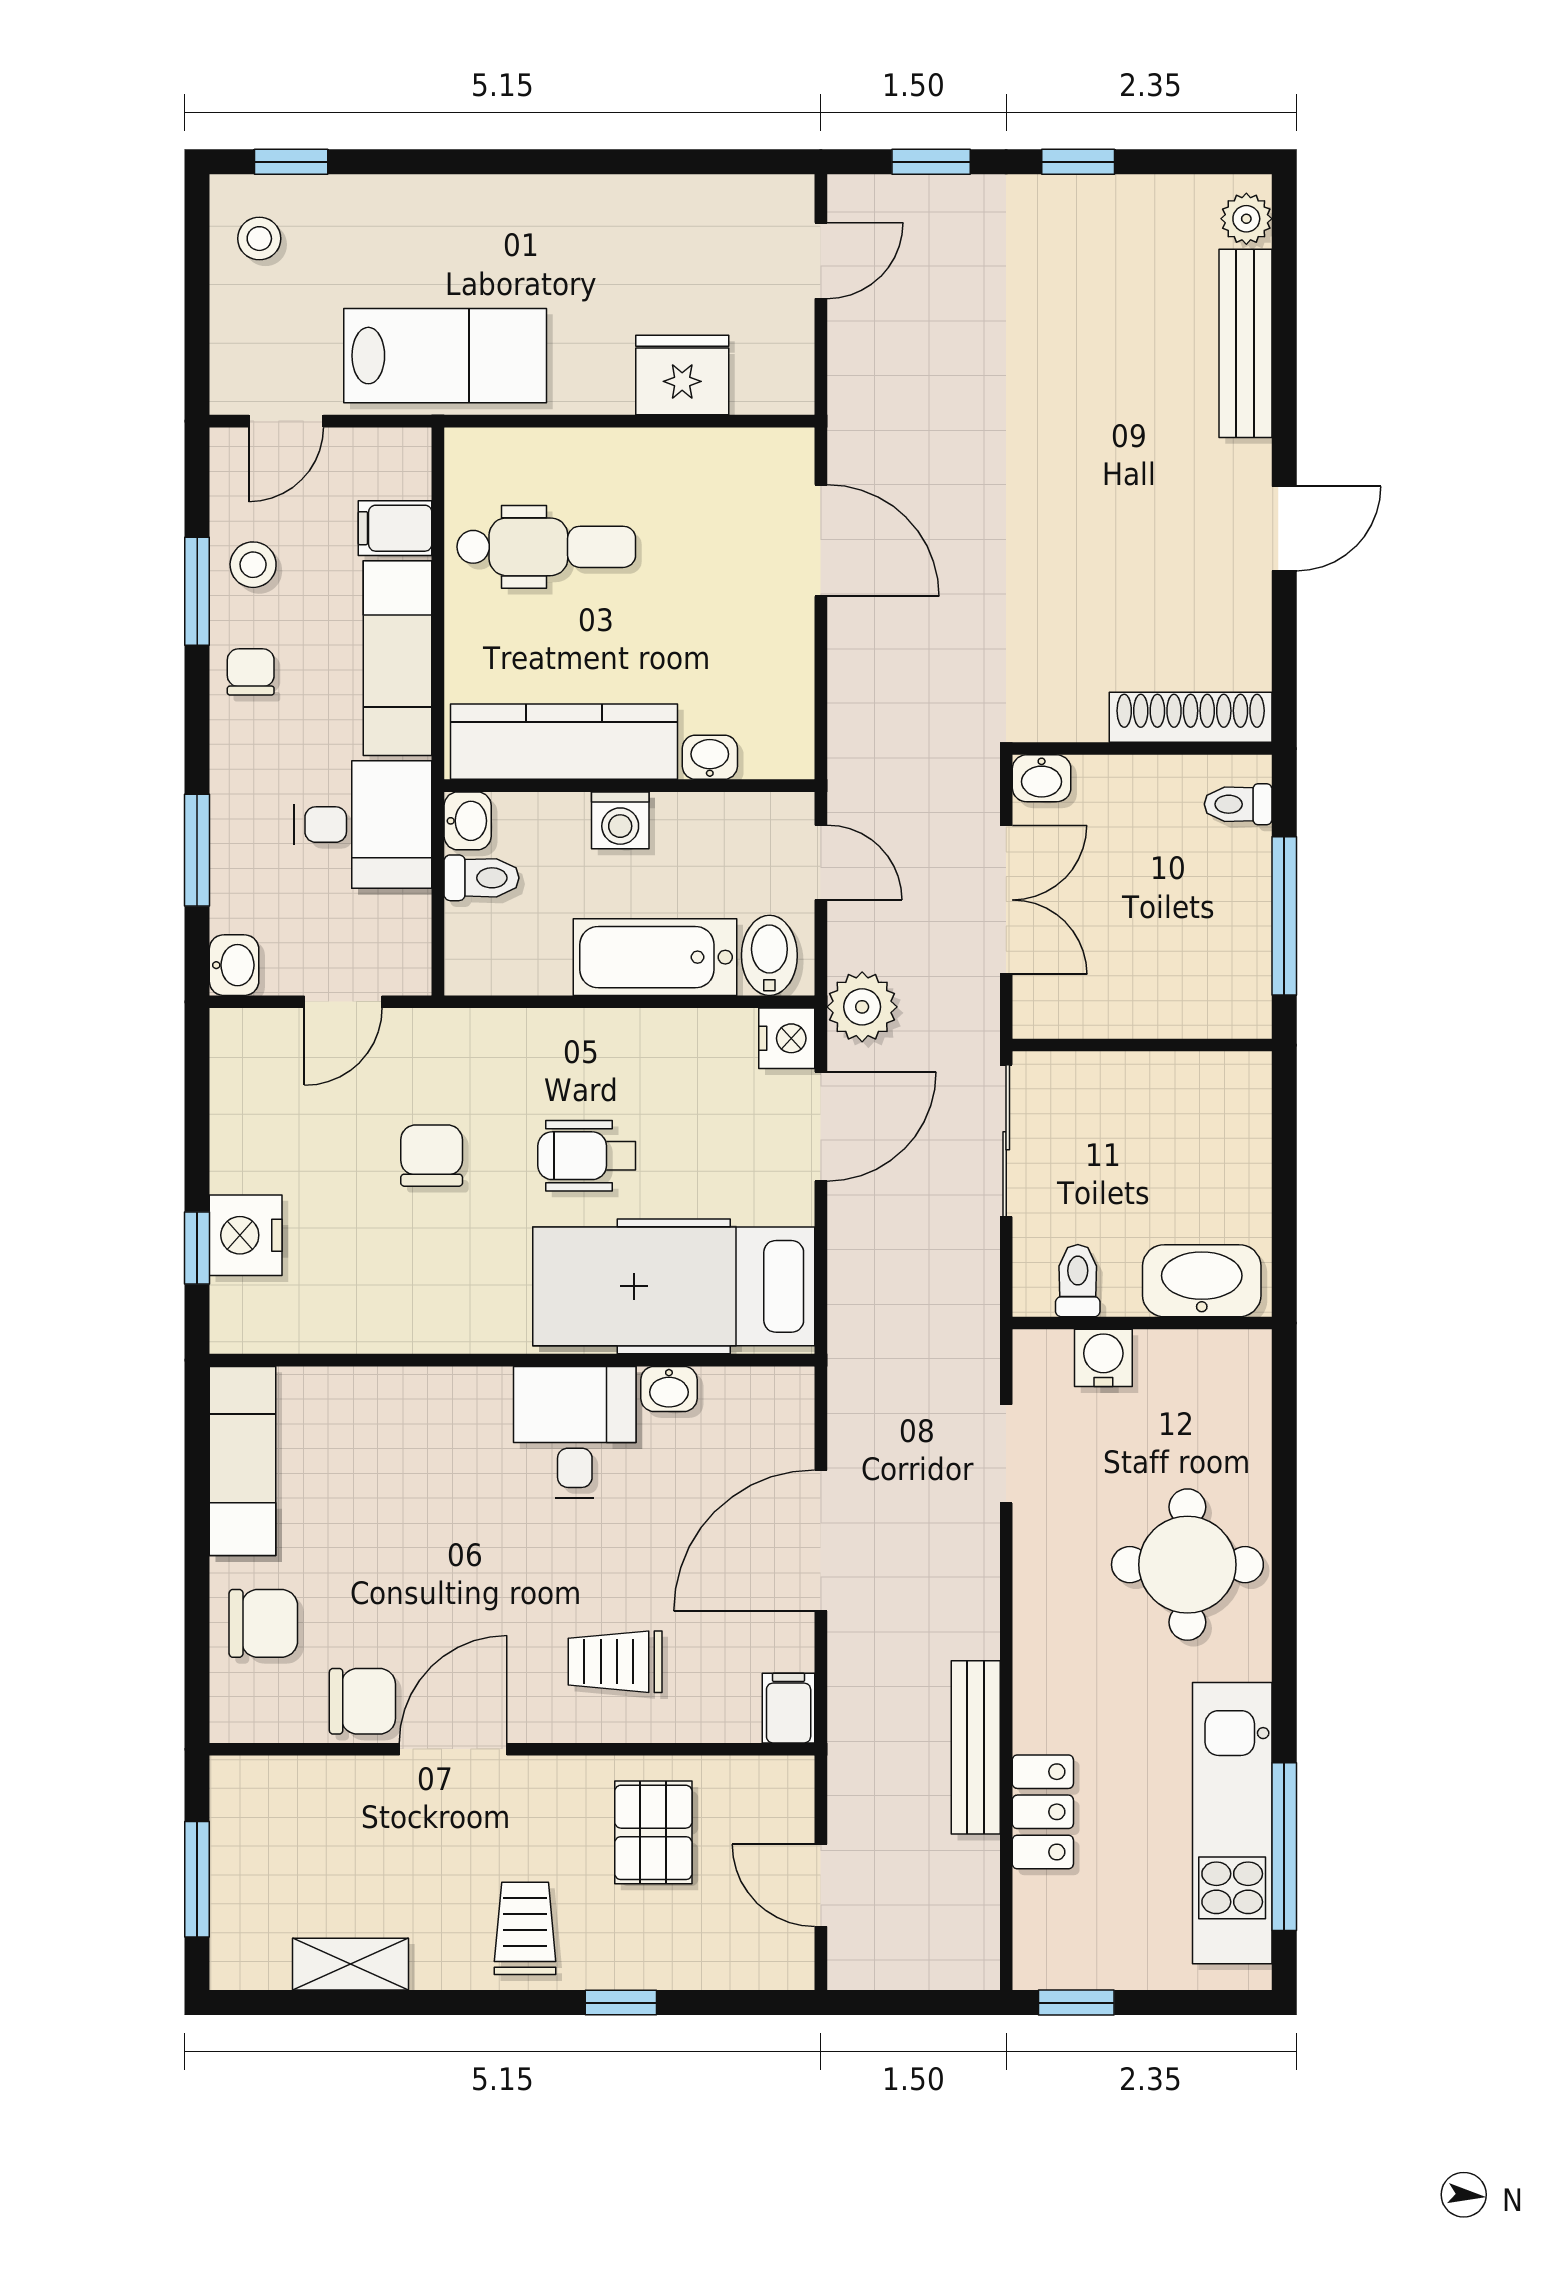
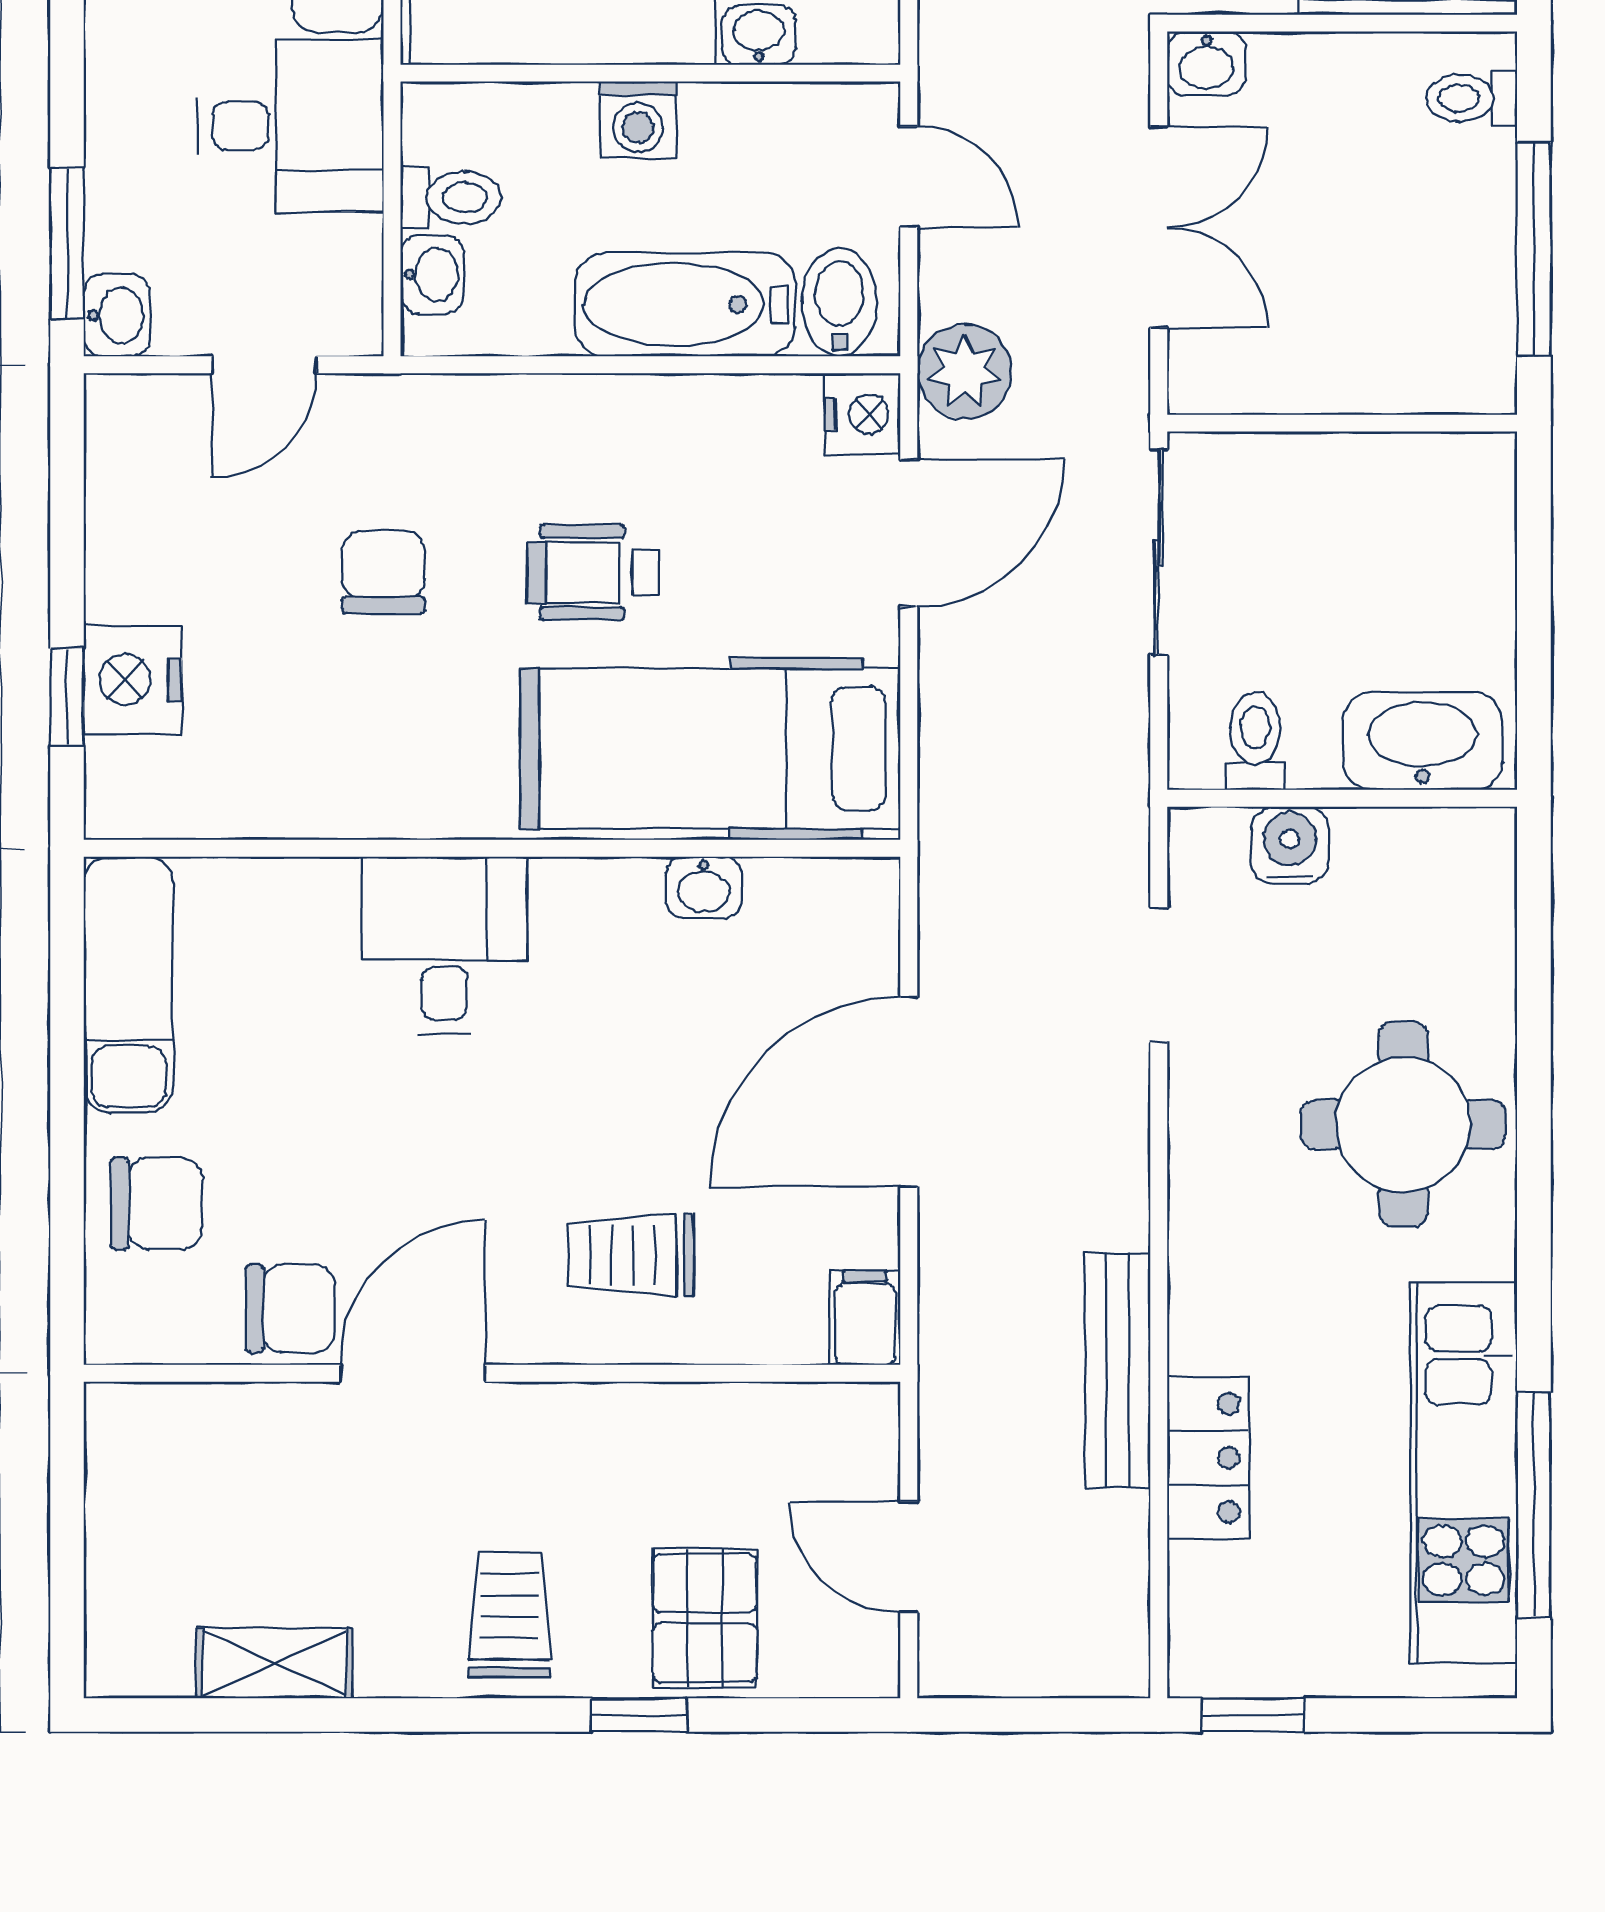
washbasin: (468, 821) -> (432, 274), moved
window: (197, 850) -> (67, 244), moved
desk: (575, 1432) -> (444, 946), moved
pallet: (653, 1832) -> (705, 1618), moved
window: (197, 1879) -> (67, 1549), removed

